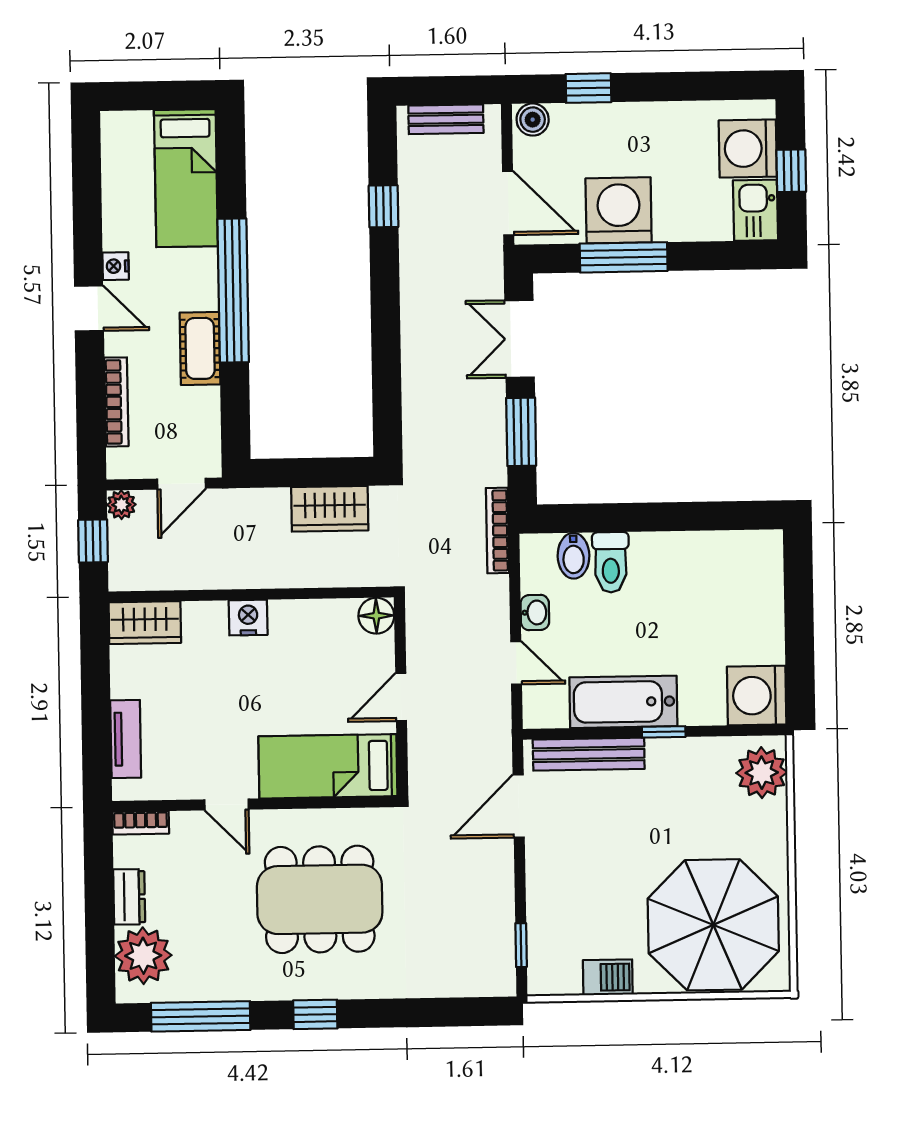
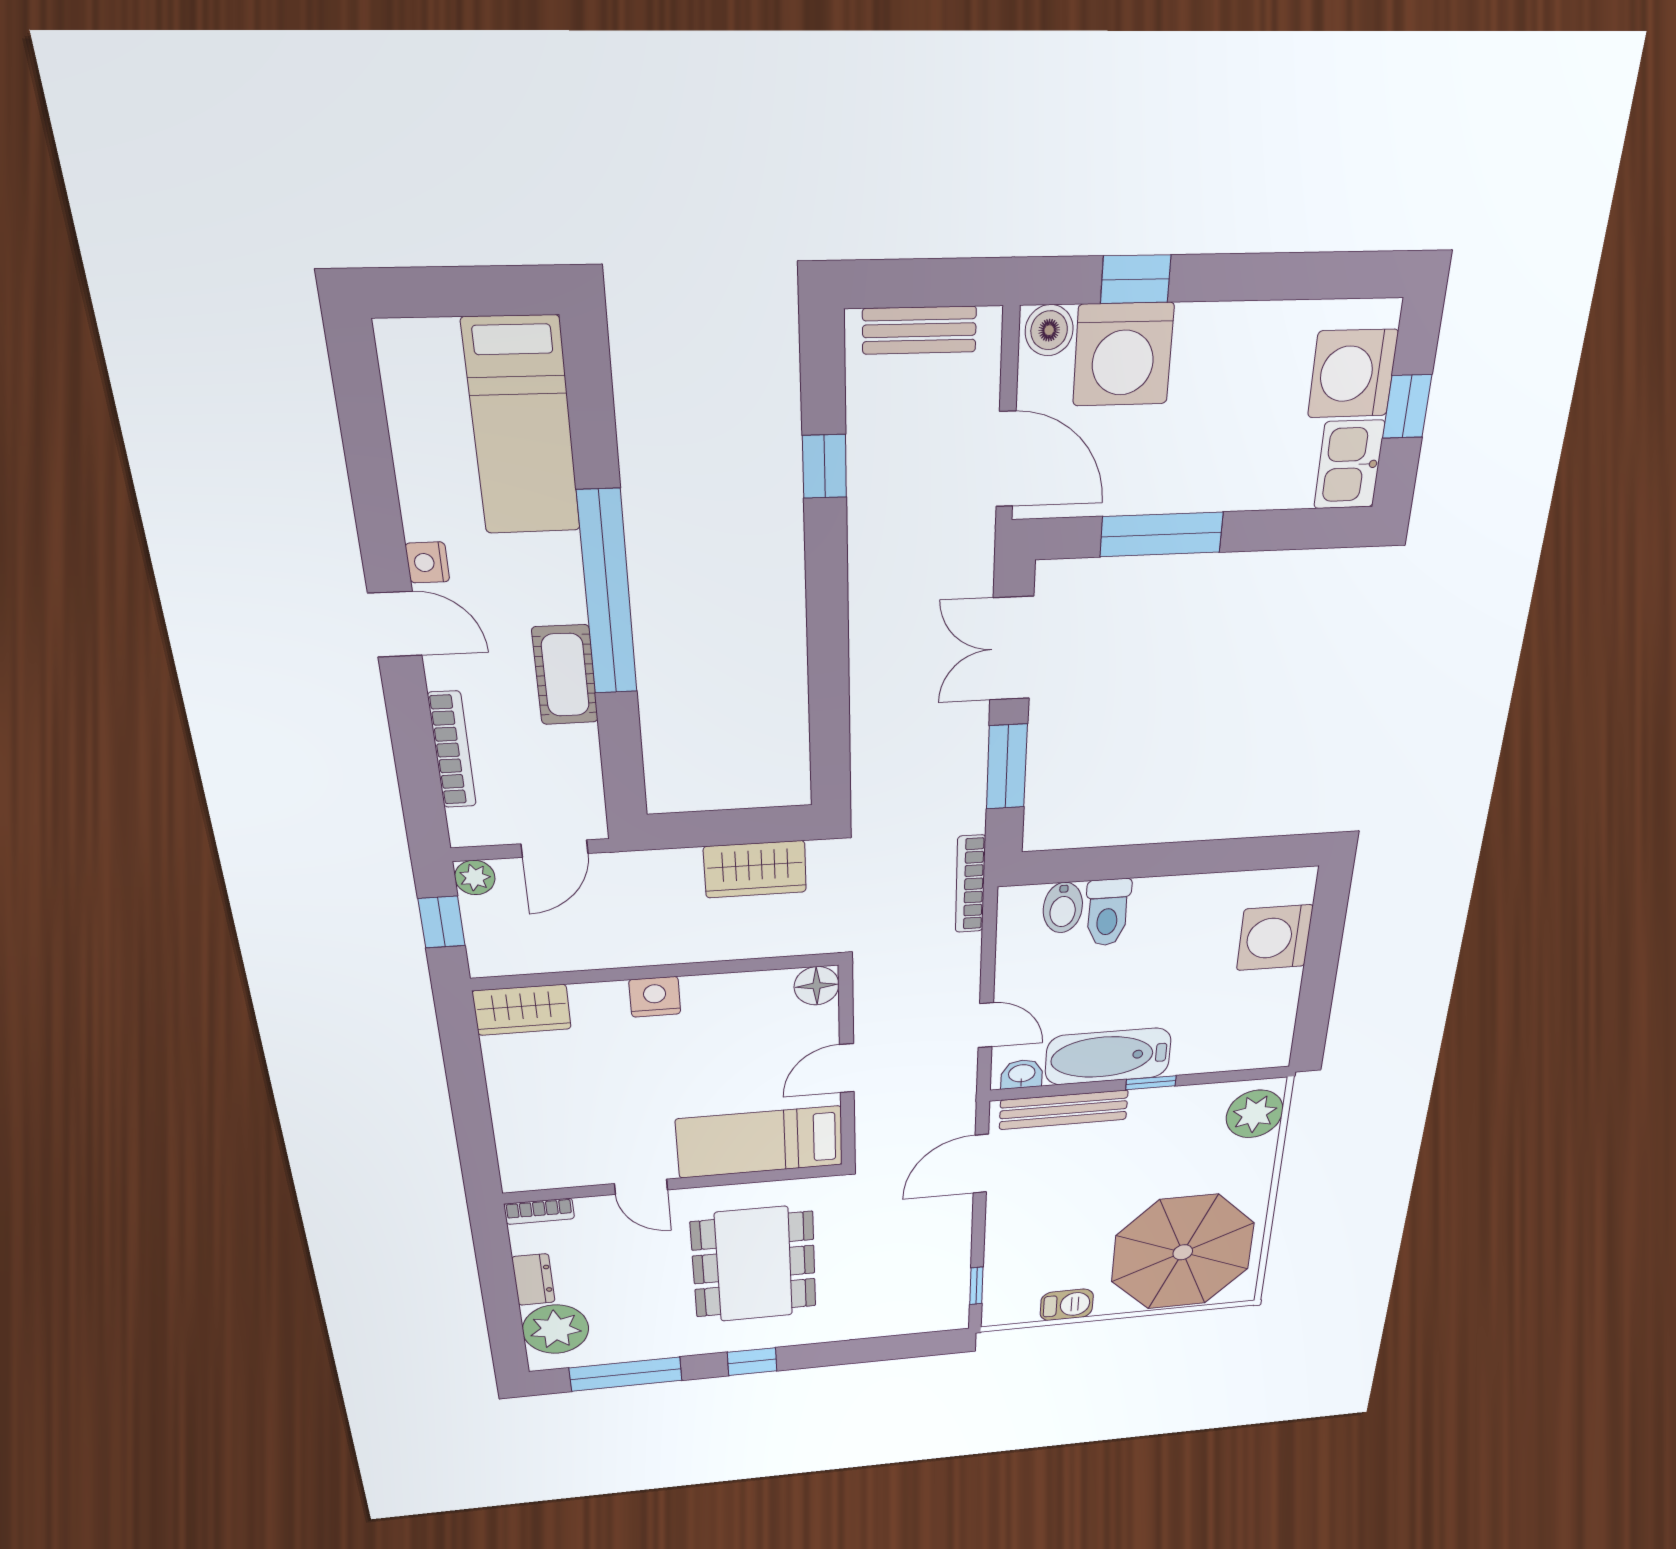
washing machine: (619, 210) -> (1123, 355), moved, turned 180
washbasin: (535, 613) -> (1022, 1074), moved, turned -90
washing machine: (757, 695) -> (1275, 938), moved
tv unit: (126, 739) -> (512, 1132), removed
dining table: (320, 899) -> (754, 1265), turned 90

